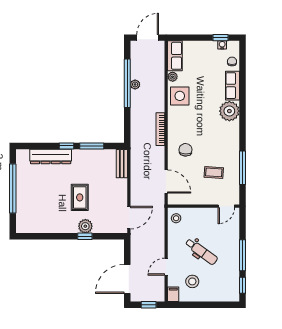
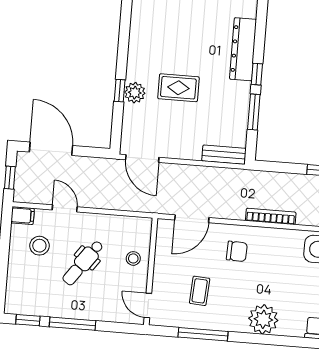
plant: (229, 111) -> (263, 319), moved
stool: (176, 218) -> (133, 258), moved

